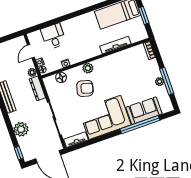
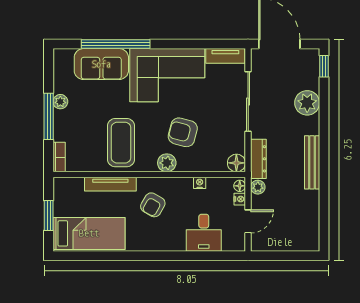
armchair: (87, 42) -> (153, 205), added
coffee table: (117, 70) -> (121, 143), added
floor lamp: (61, 77) -> (236, 163), moved
window: (167, 81) -> (49, 116), moved

